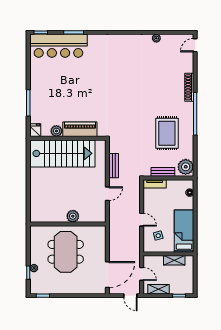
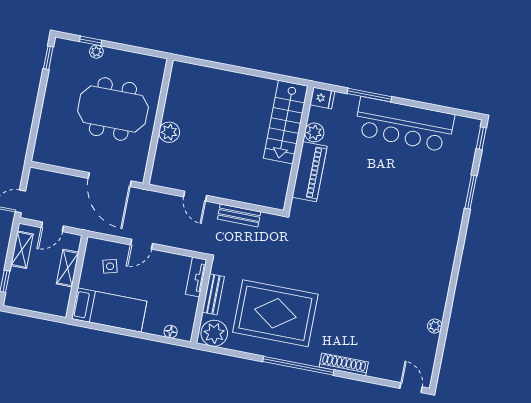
bar counter: (58, 46) -> (404, 125), moved, turned -90
rug: (167, 133) -> (275, 313), width x1.37, depth x1.44
stairs: (62, 153) -> (286, 122), width x0.73, depth x0.66
shelving: (174, 260) -> (68, 268), moved
door: (107, 275) -> (110, 180), moved

